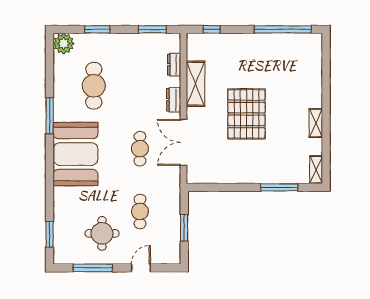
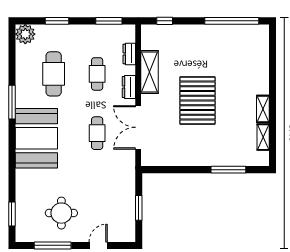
shelving: (316, 170) -> (263, 137), moved
cafe table: (140, 211) -> (97, 74), moved

